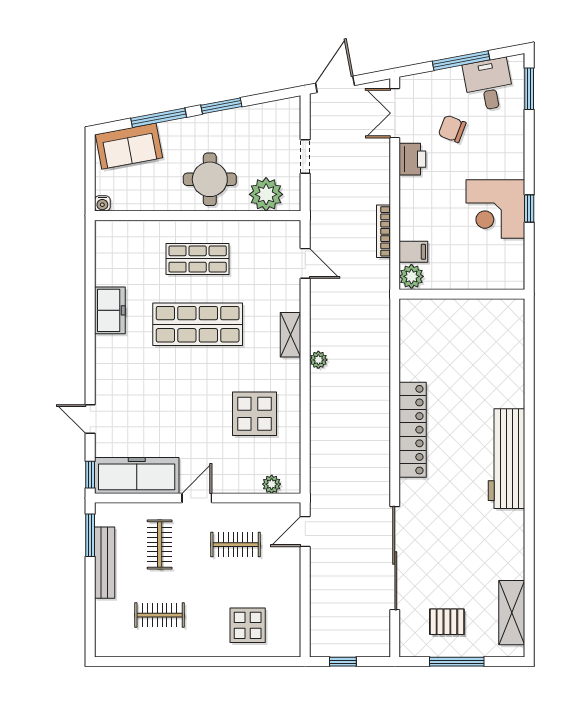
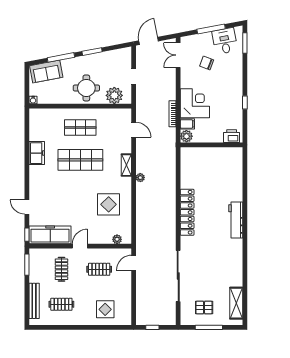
printer: (412, 159) -> (232, 136), moved, turned -90
corner desk: (495, 209) -> (195, 103), moved, turned 180
workbench: (506, 459) -> (236, 220), width x0.73, depth x0.76
bench: (105, 563) -> (34, 301), moved

